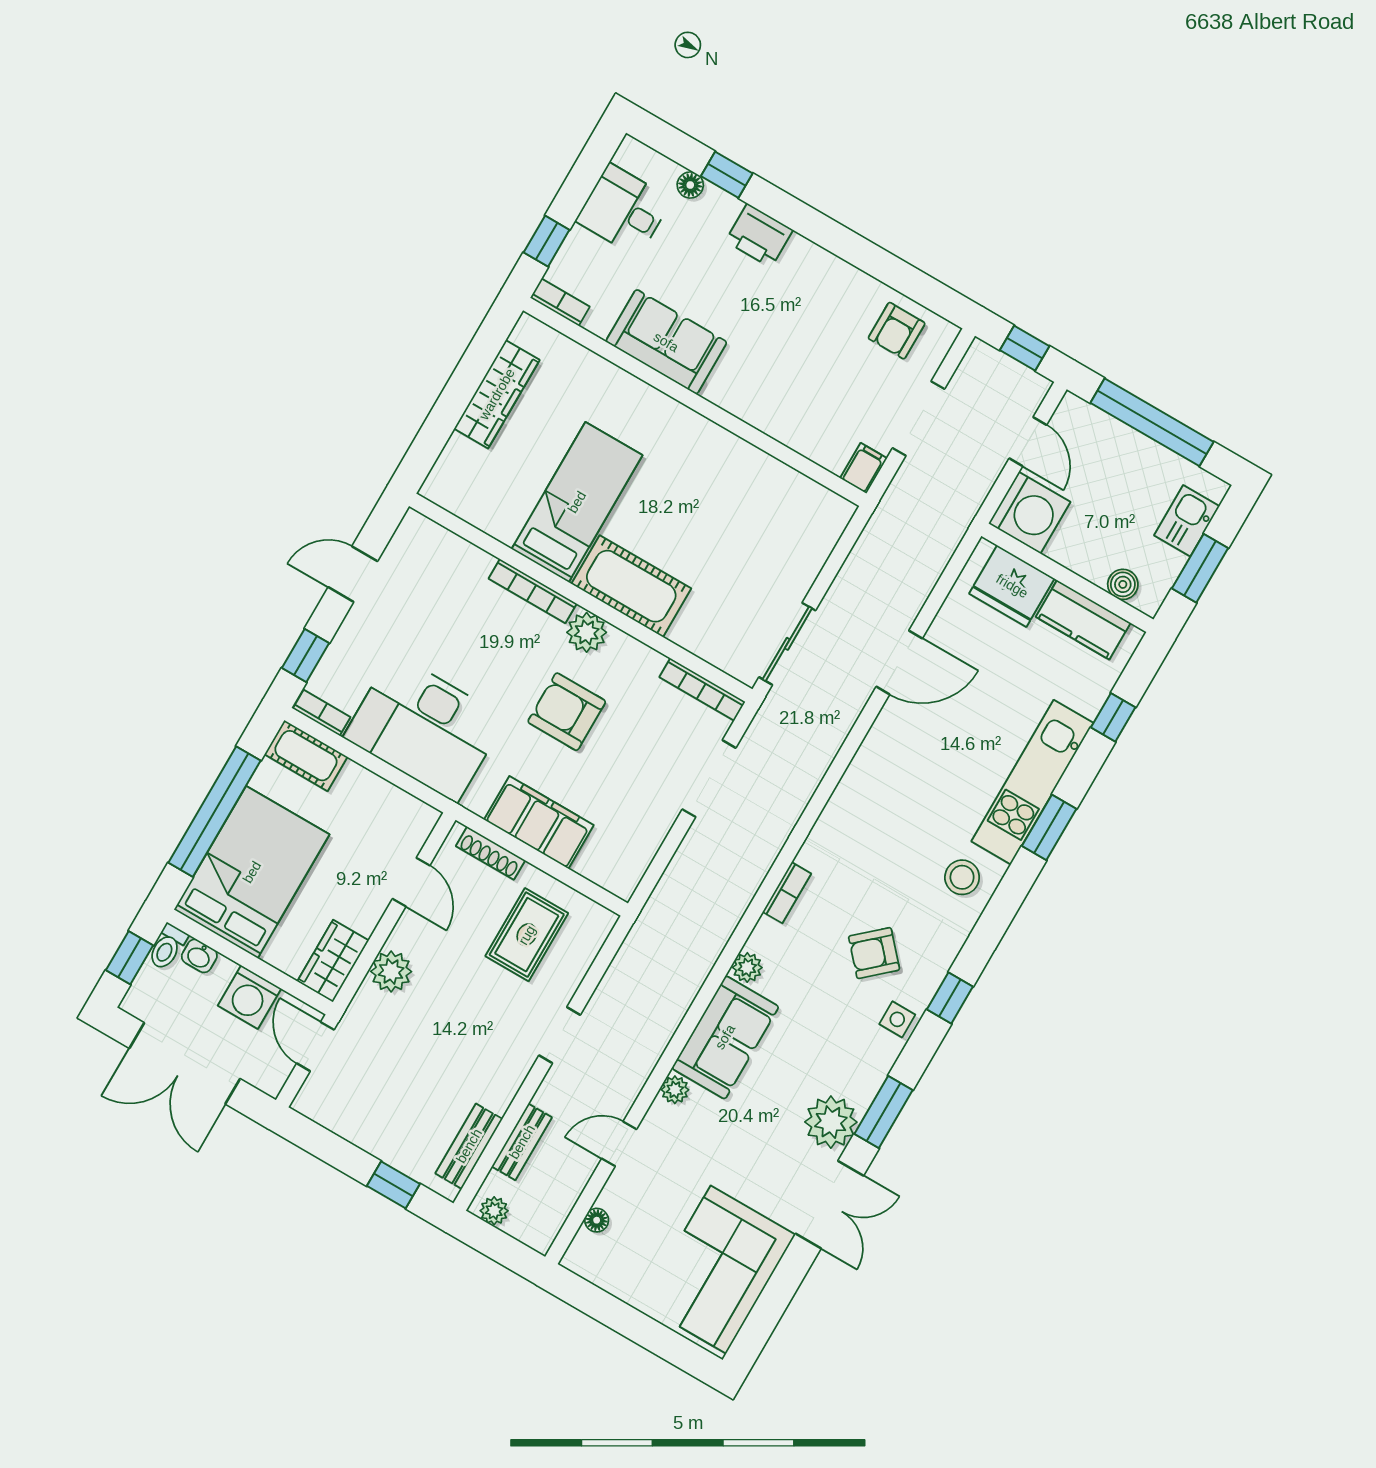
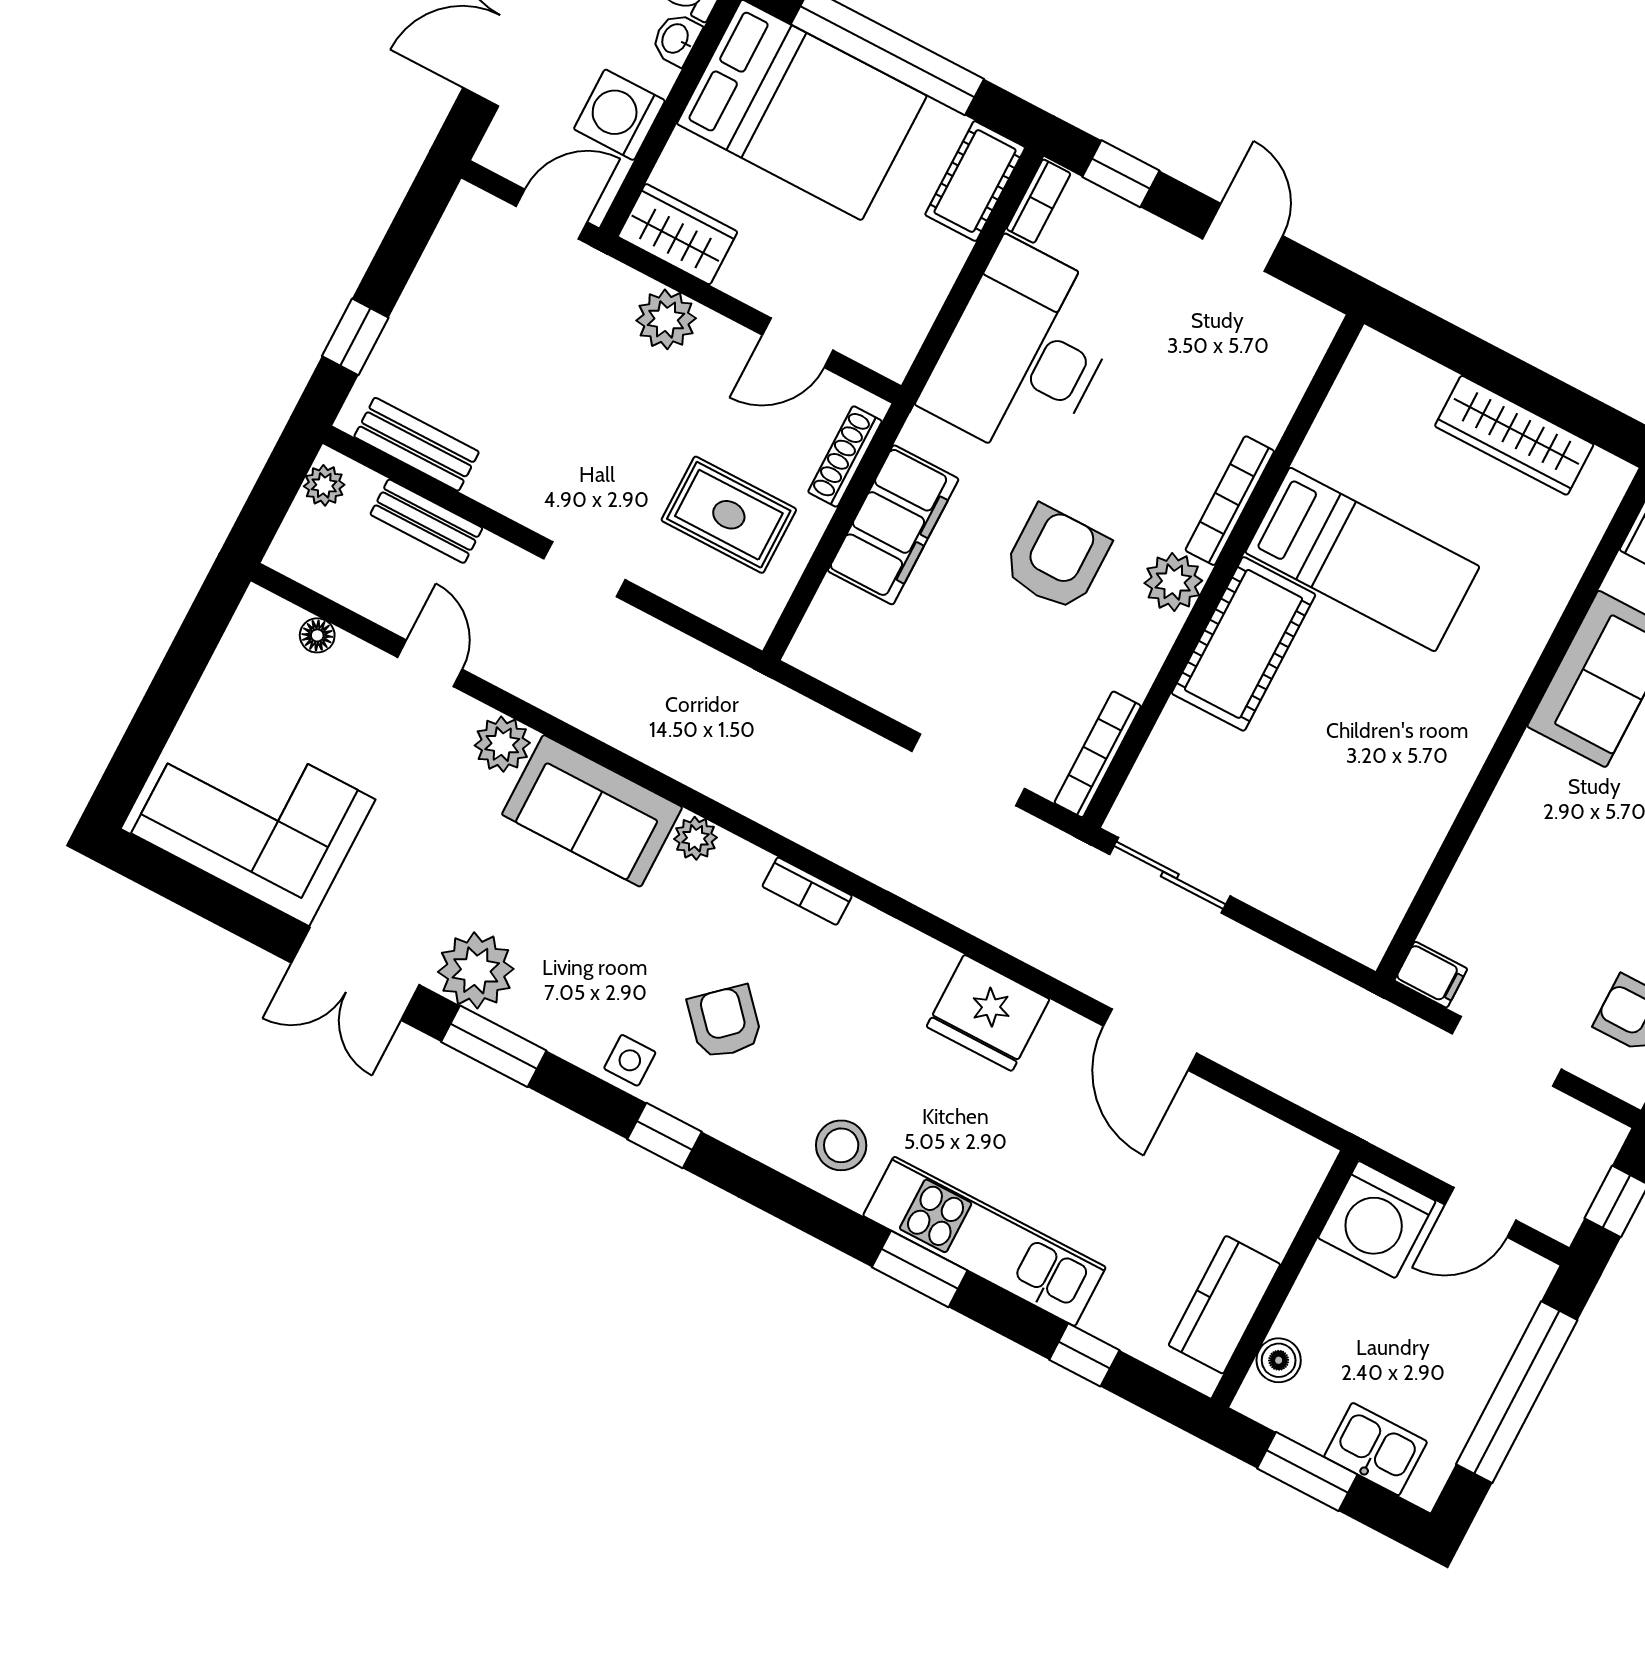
fridge: (1012, 586) -> (988, 1013), moved, turned -90
plant: (675, 1090) -> (502, 744), width x1.38, depth x1.38

